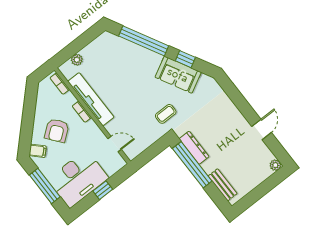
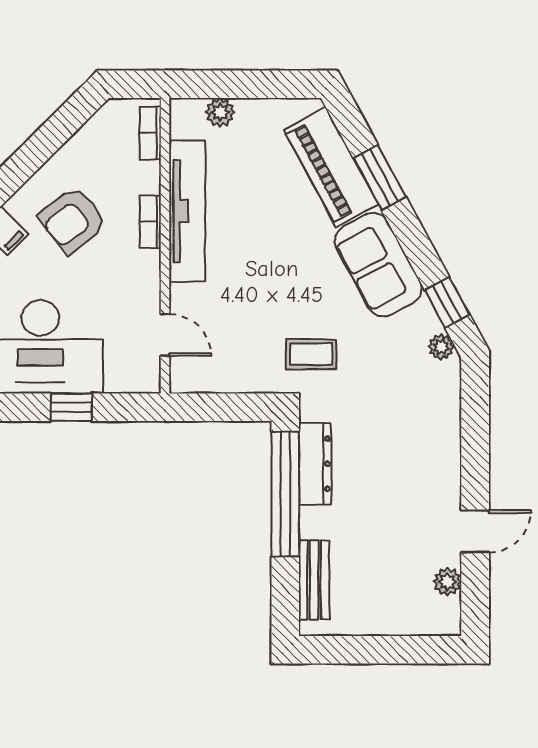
window: (144, 41) -> (380, 177), width x0.47
piano: (126, 50) -> (331, 167), added
window: (185, 59) -> (447, 302), moved
sofa: (178, 75) -> (378, 265), moved
plant: (205, 79) -> (441, 347), added
plant: (275, 165) -> (447, 582), moved

